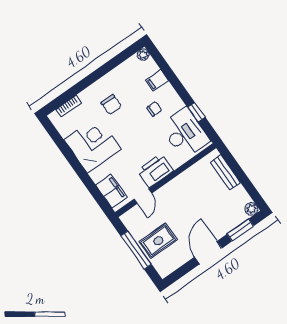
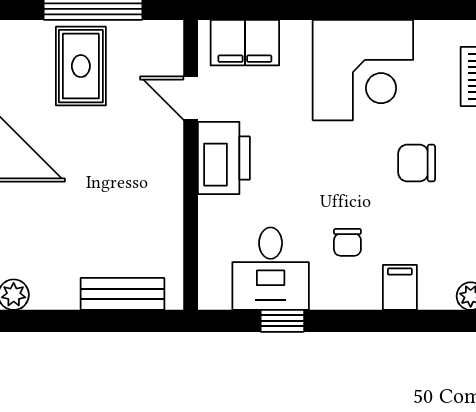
desk: (185, 133) -> (271, 269), width x0.73

